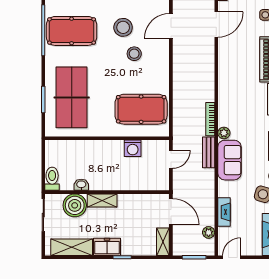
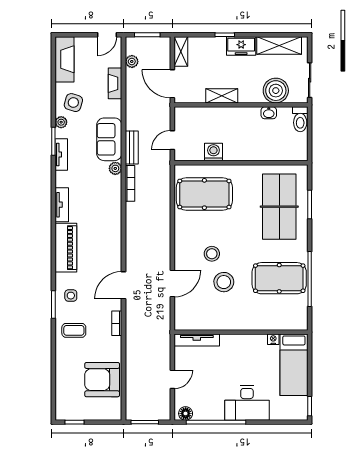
shelving: (102, 200) -> (222, 96), moved

